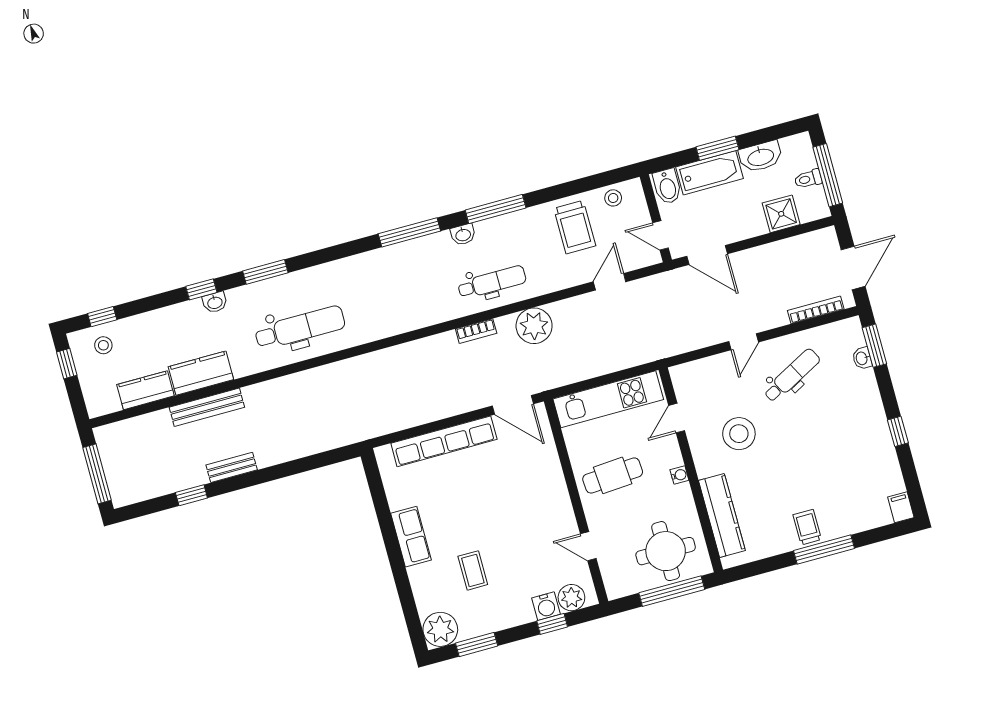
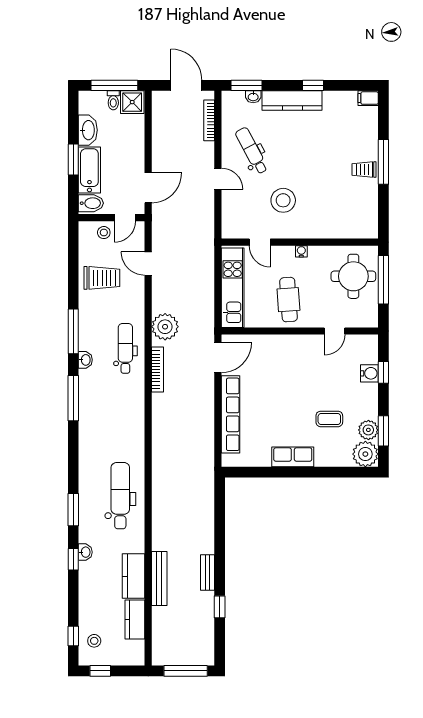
stool: (613, 198) -> (104, 233), moved
shower: (781, 214) -> (132, 102), moved
bookcase: (476, 331) -> (157, 370), width x1.56
kitchen counter: (722, 515) -> (292, 100), moved, turned 180
plant: (571, 598) -> (368, 430), moved

